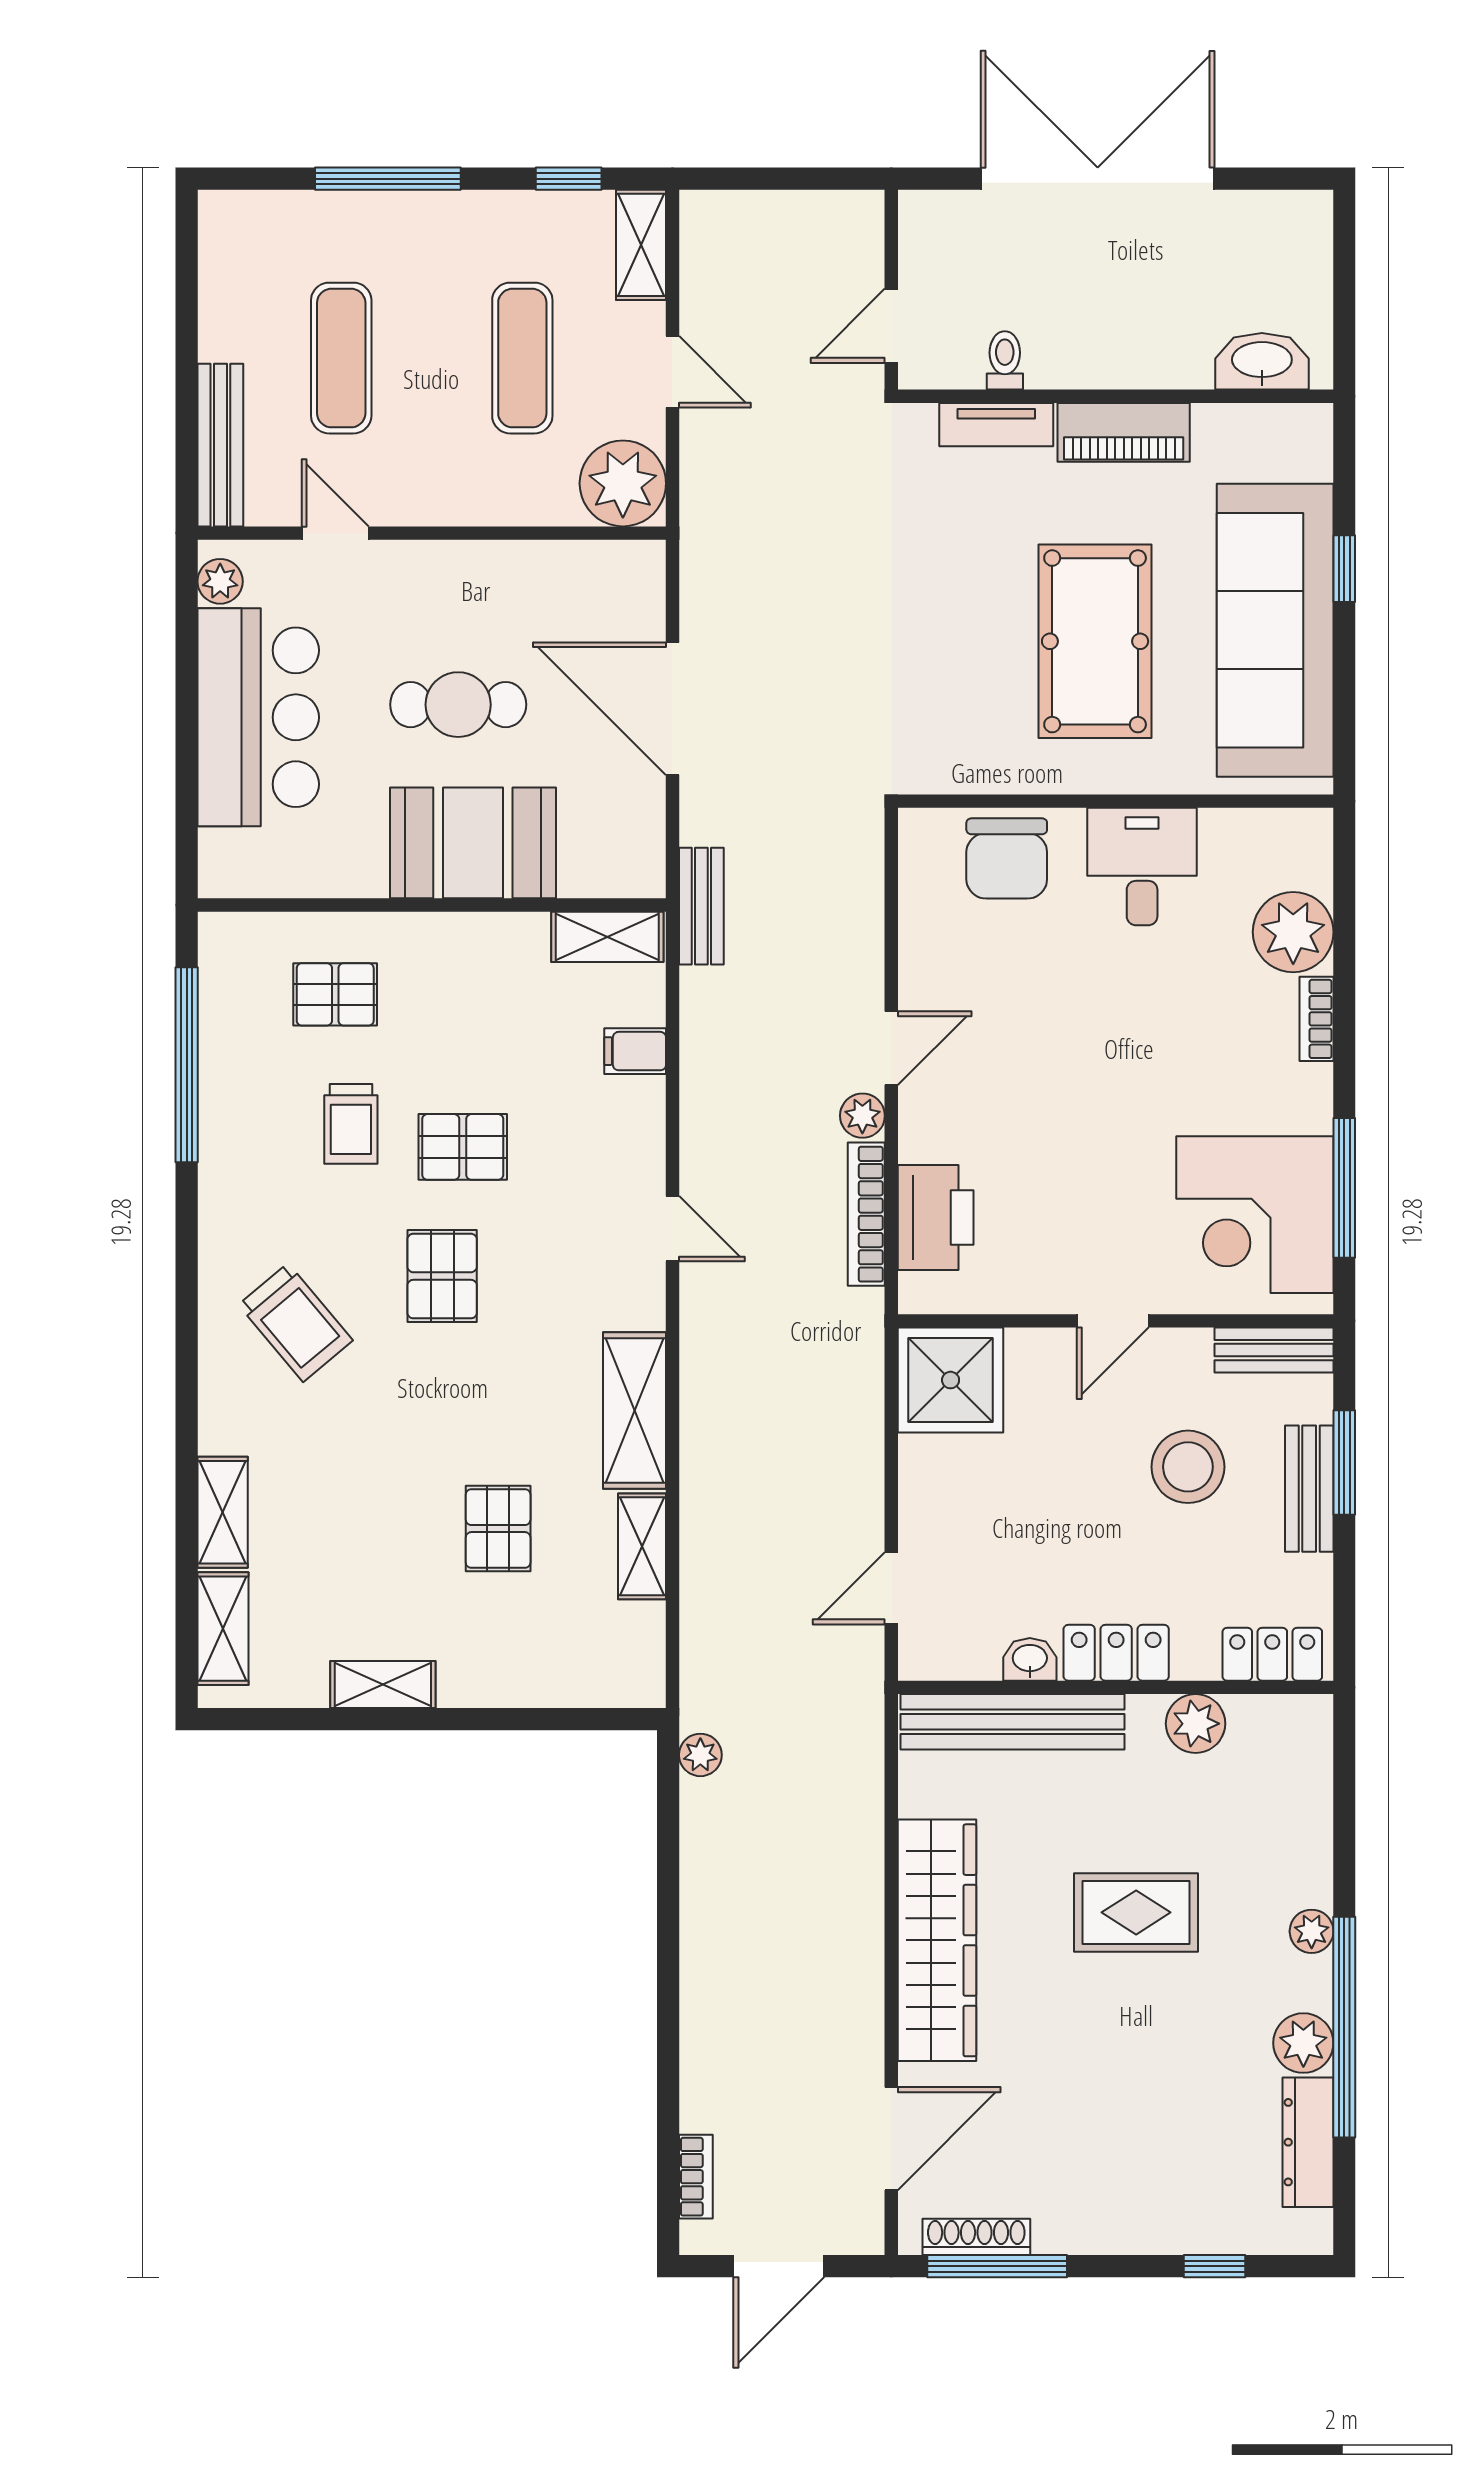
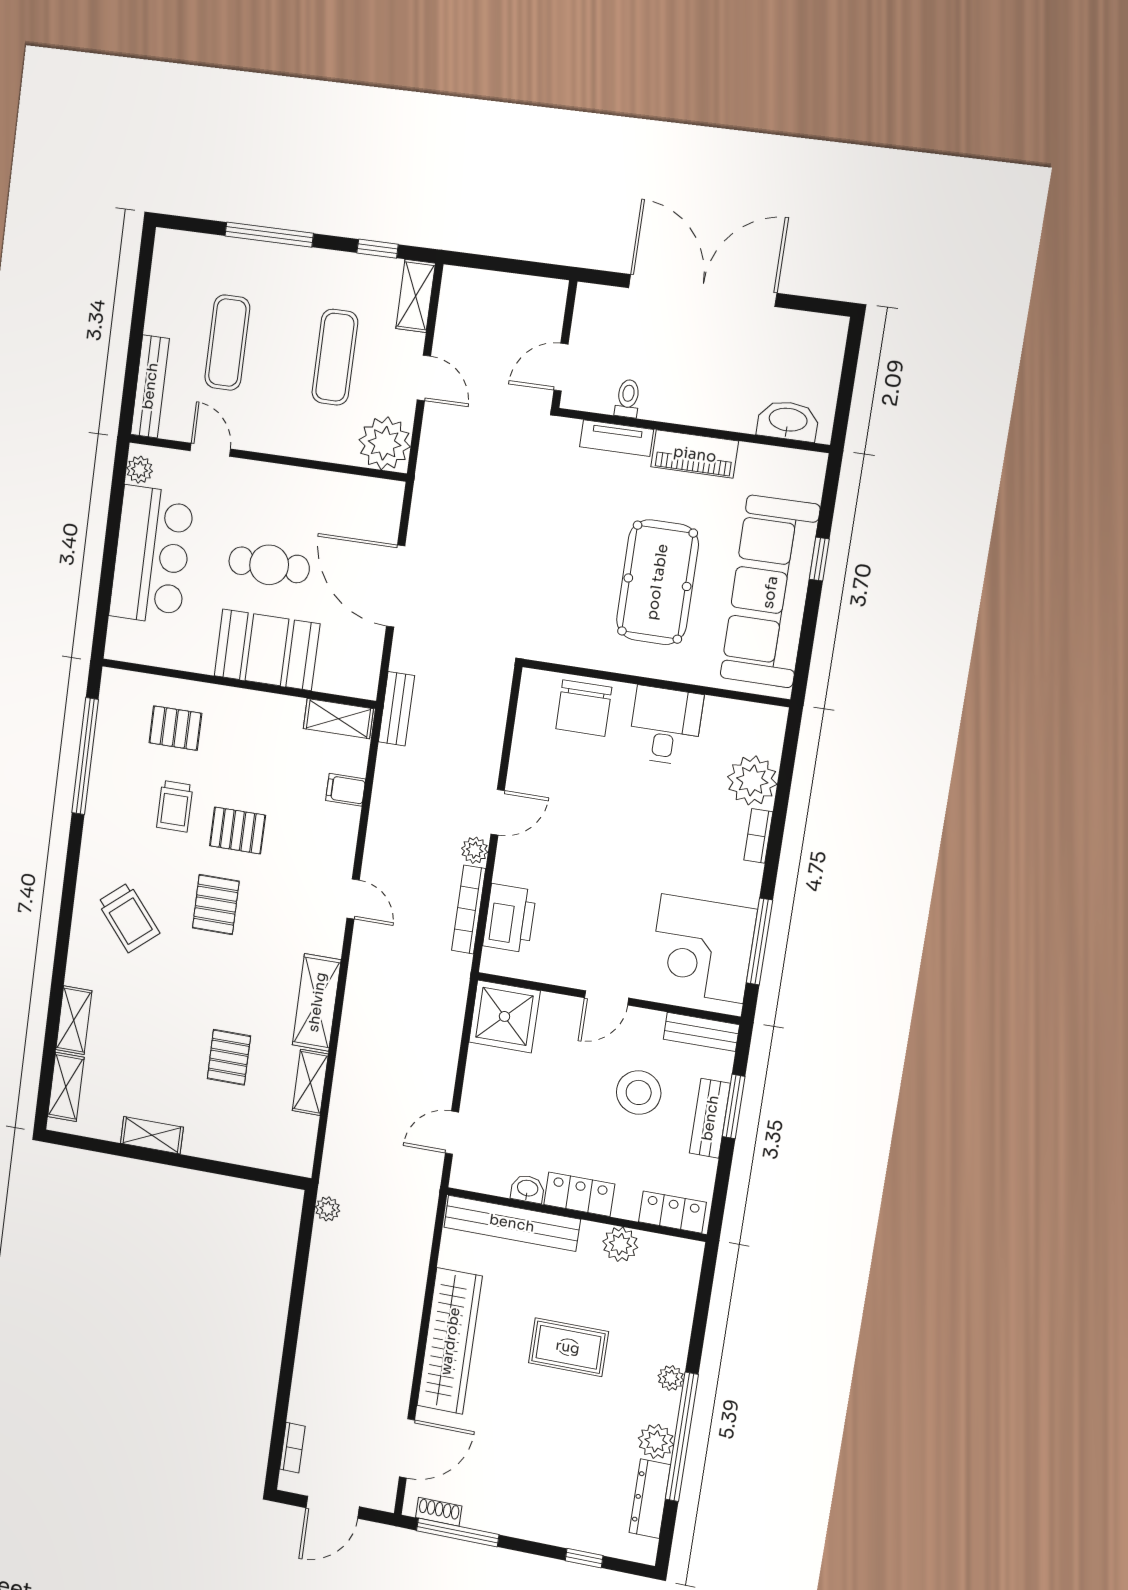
shoe rack: (976, 2237) -> (439, 1512), width x0.70

